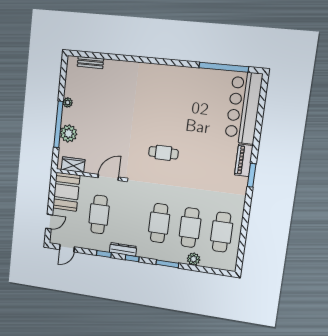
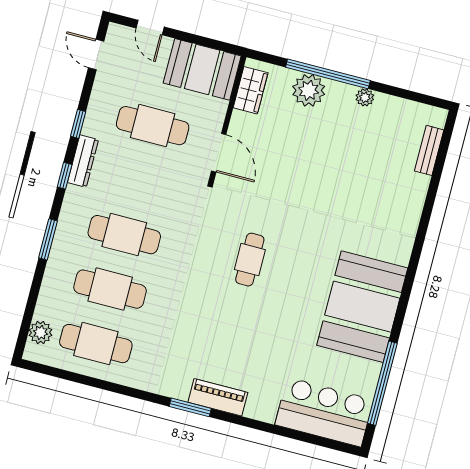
booth: (181, 86) -> (362, 307), added
bar counter: (244, 108) -> (324, 412), width x0.73
plant: (194, 259) -> (40, 333), moved

